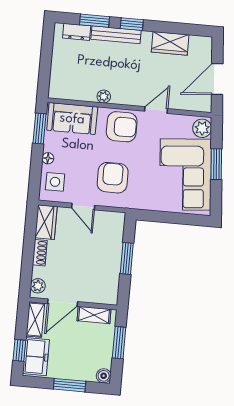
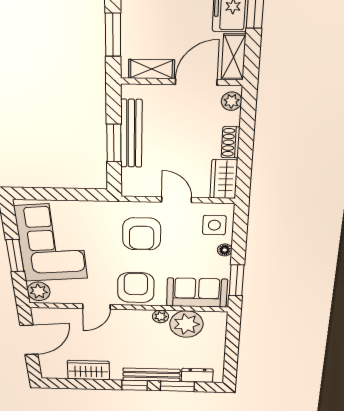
plant: (83, 87) -> (186, 324), added
armchair: (122, 127) -> (136, 288), turned 90
bench: (113, 265) -> (131, 134), added

